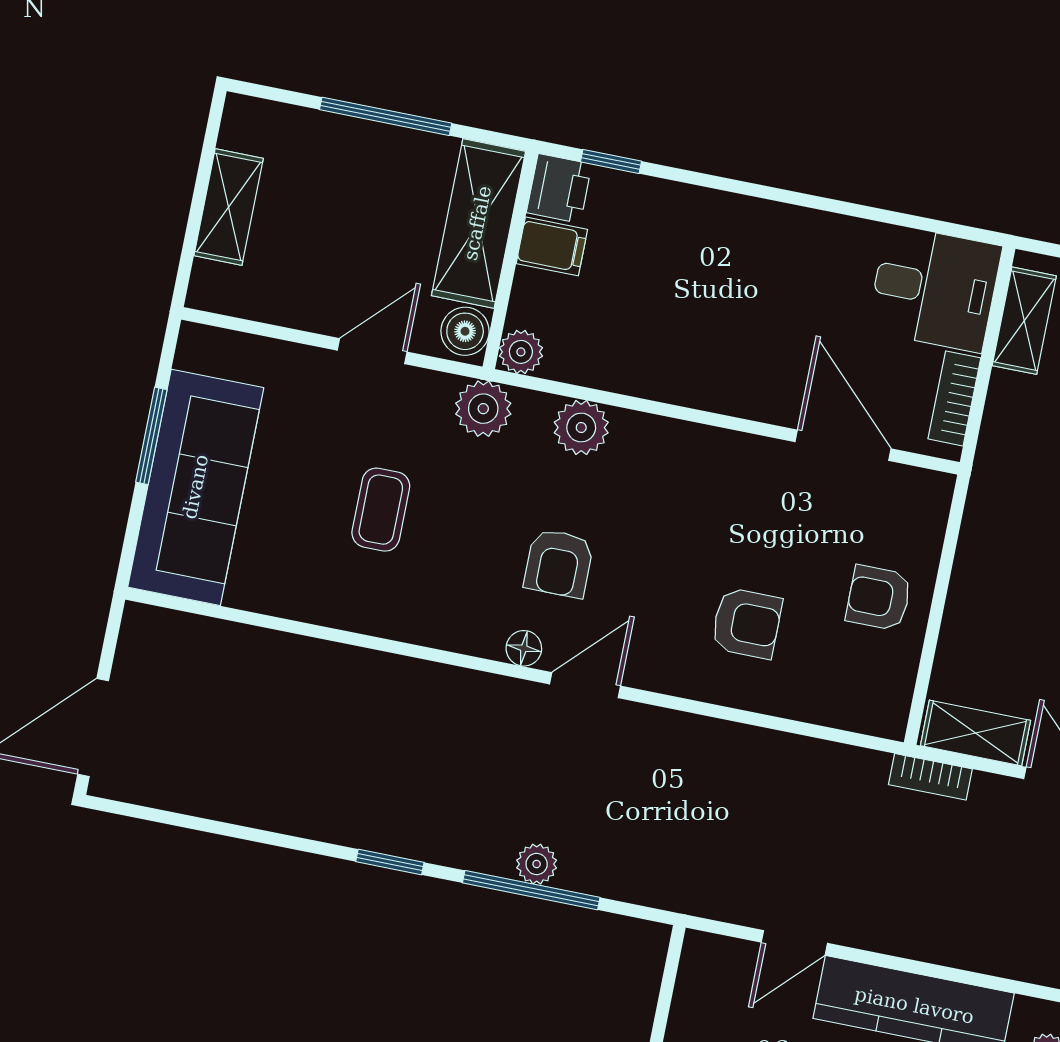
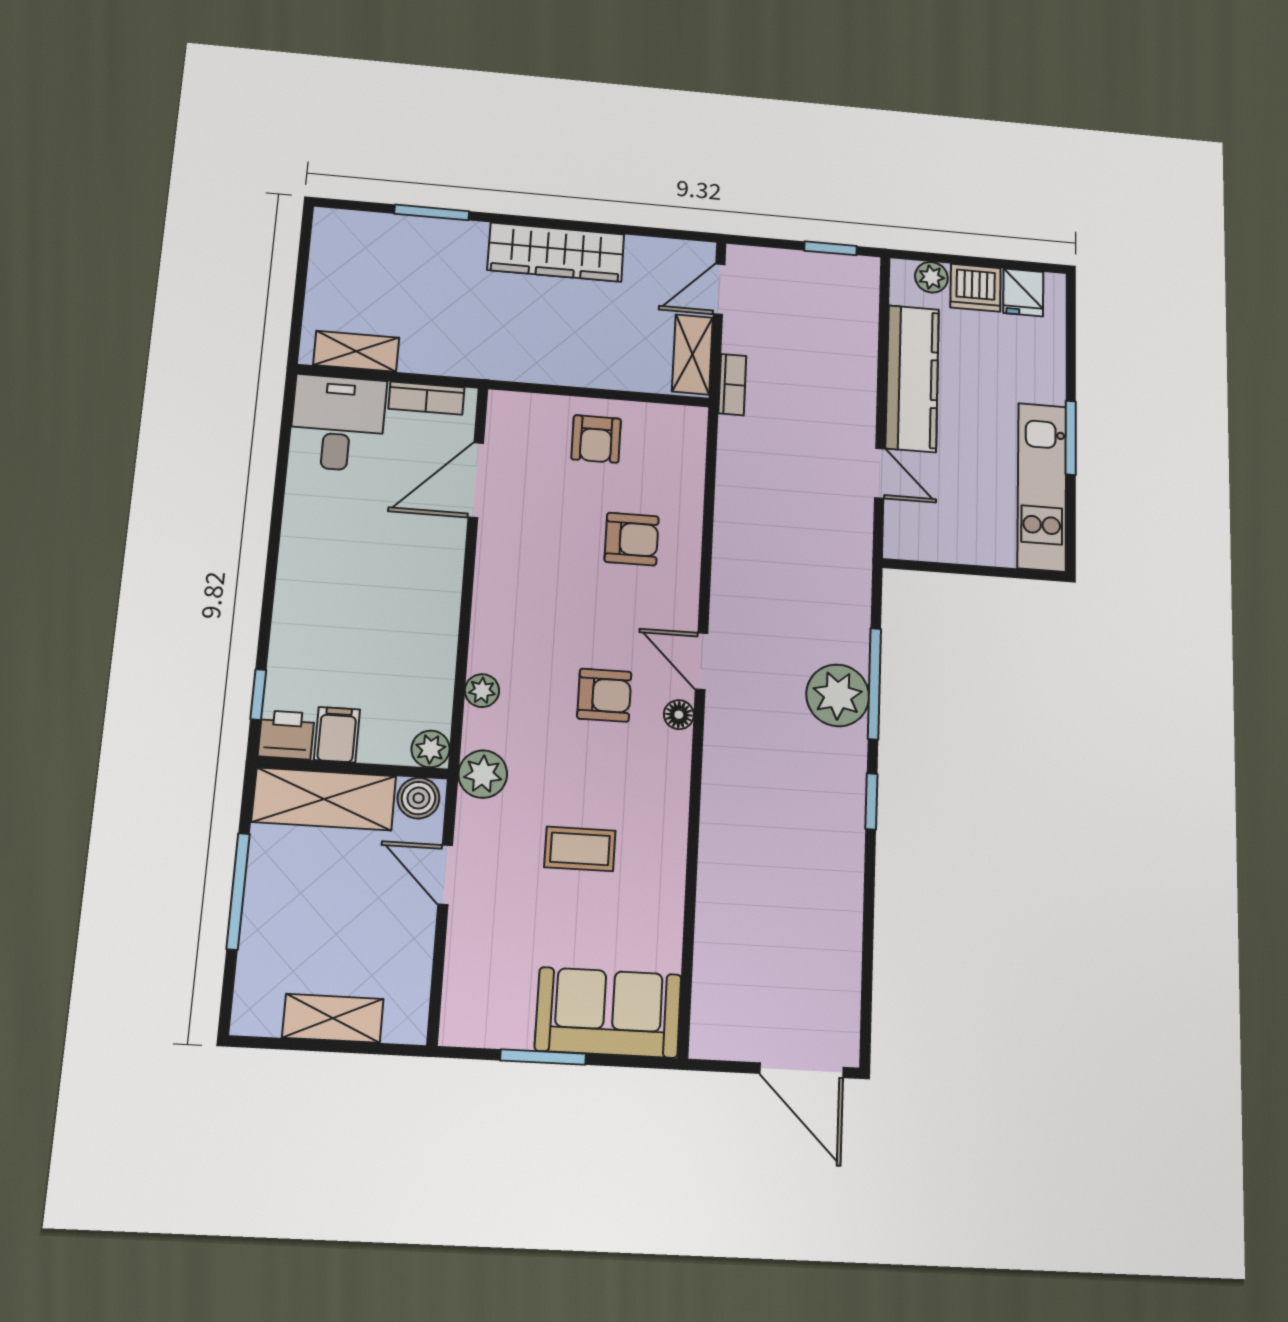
plant: (581, 428) -> (482, 691), width x0.73, depth x0.73
sofa: (196, 487) -> (608, 1012), width x0.73
armchair: (747, 623) -> (632, 539), turned 90
plant: (537, 864) -> (838, 695), width x1.88, depth x1.88

